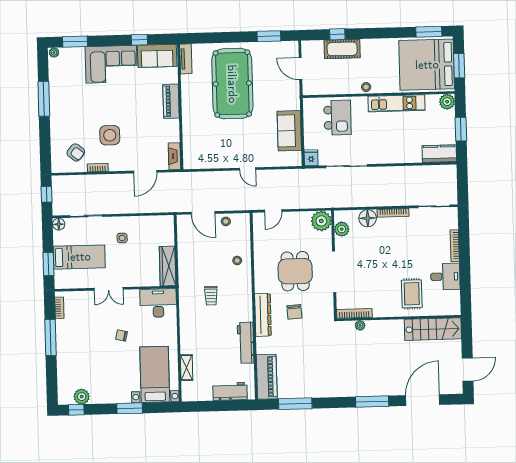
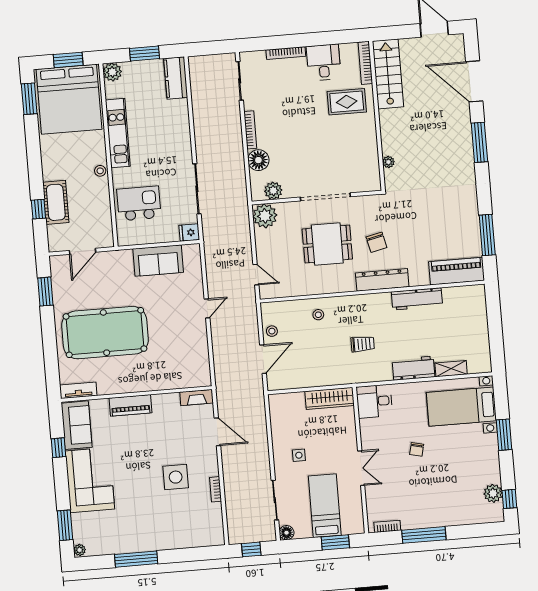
armchair: (76, 152) -> (199, 517), removed
desk: (158, 303) -> (374, 401), width x0.73
chair: (294, 312) -> (376, 242), turned 81
bookcase: (354, 313) -> (365, 63), moved
workbench: (230, 391) -> (414, 368), moved, turned 90

